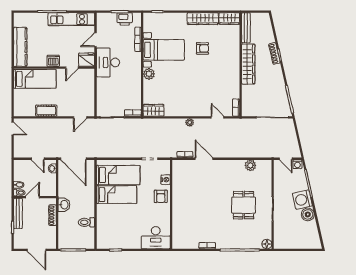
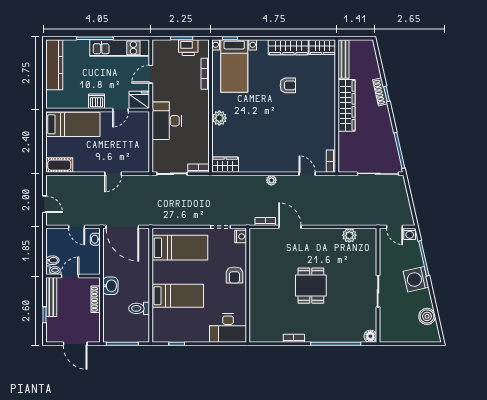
kitchen counter: (20, 47) -> (54, 65), moved
bed with nightstands: (164, 50) -> (234, 66), moved, turned 90
desk: (108, 62) -> (167, 121), moved
cot: (46, 111) -> (59, 165), moved
door: (80, 117) -> (113, 174), moved
door: (13, 129) -> (44, 204), moved
nightstand: (166, 180) -> (241, 236), moved
bed: (117, 195) -> (178, 296), moved
dining table: (244, 205) -> (311, 286), moved
boiler: (308, 214) -> (427, 316), moved

